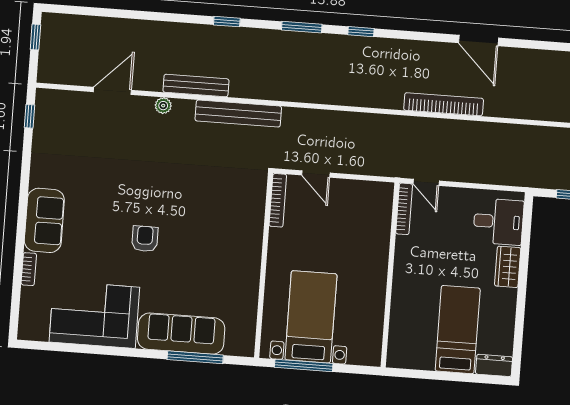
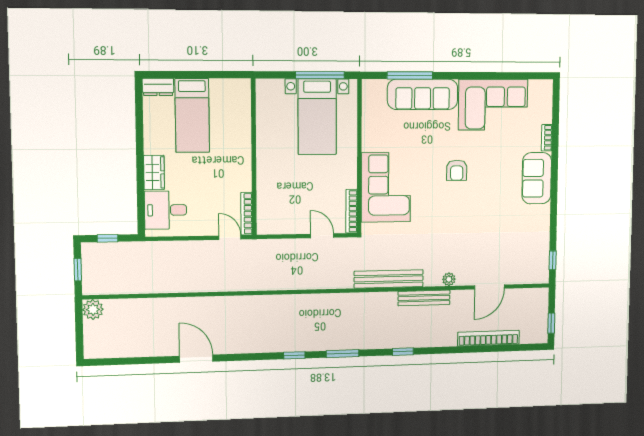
bookcase: (444, 104) -> (488, 338), moved, turned 180
corner sofa: (234, 225) -> (386, 187), added

